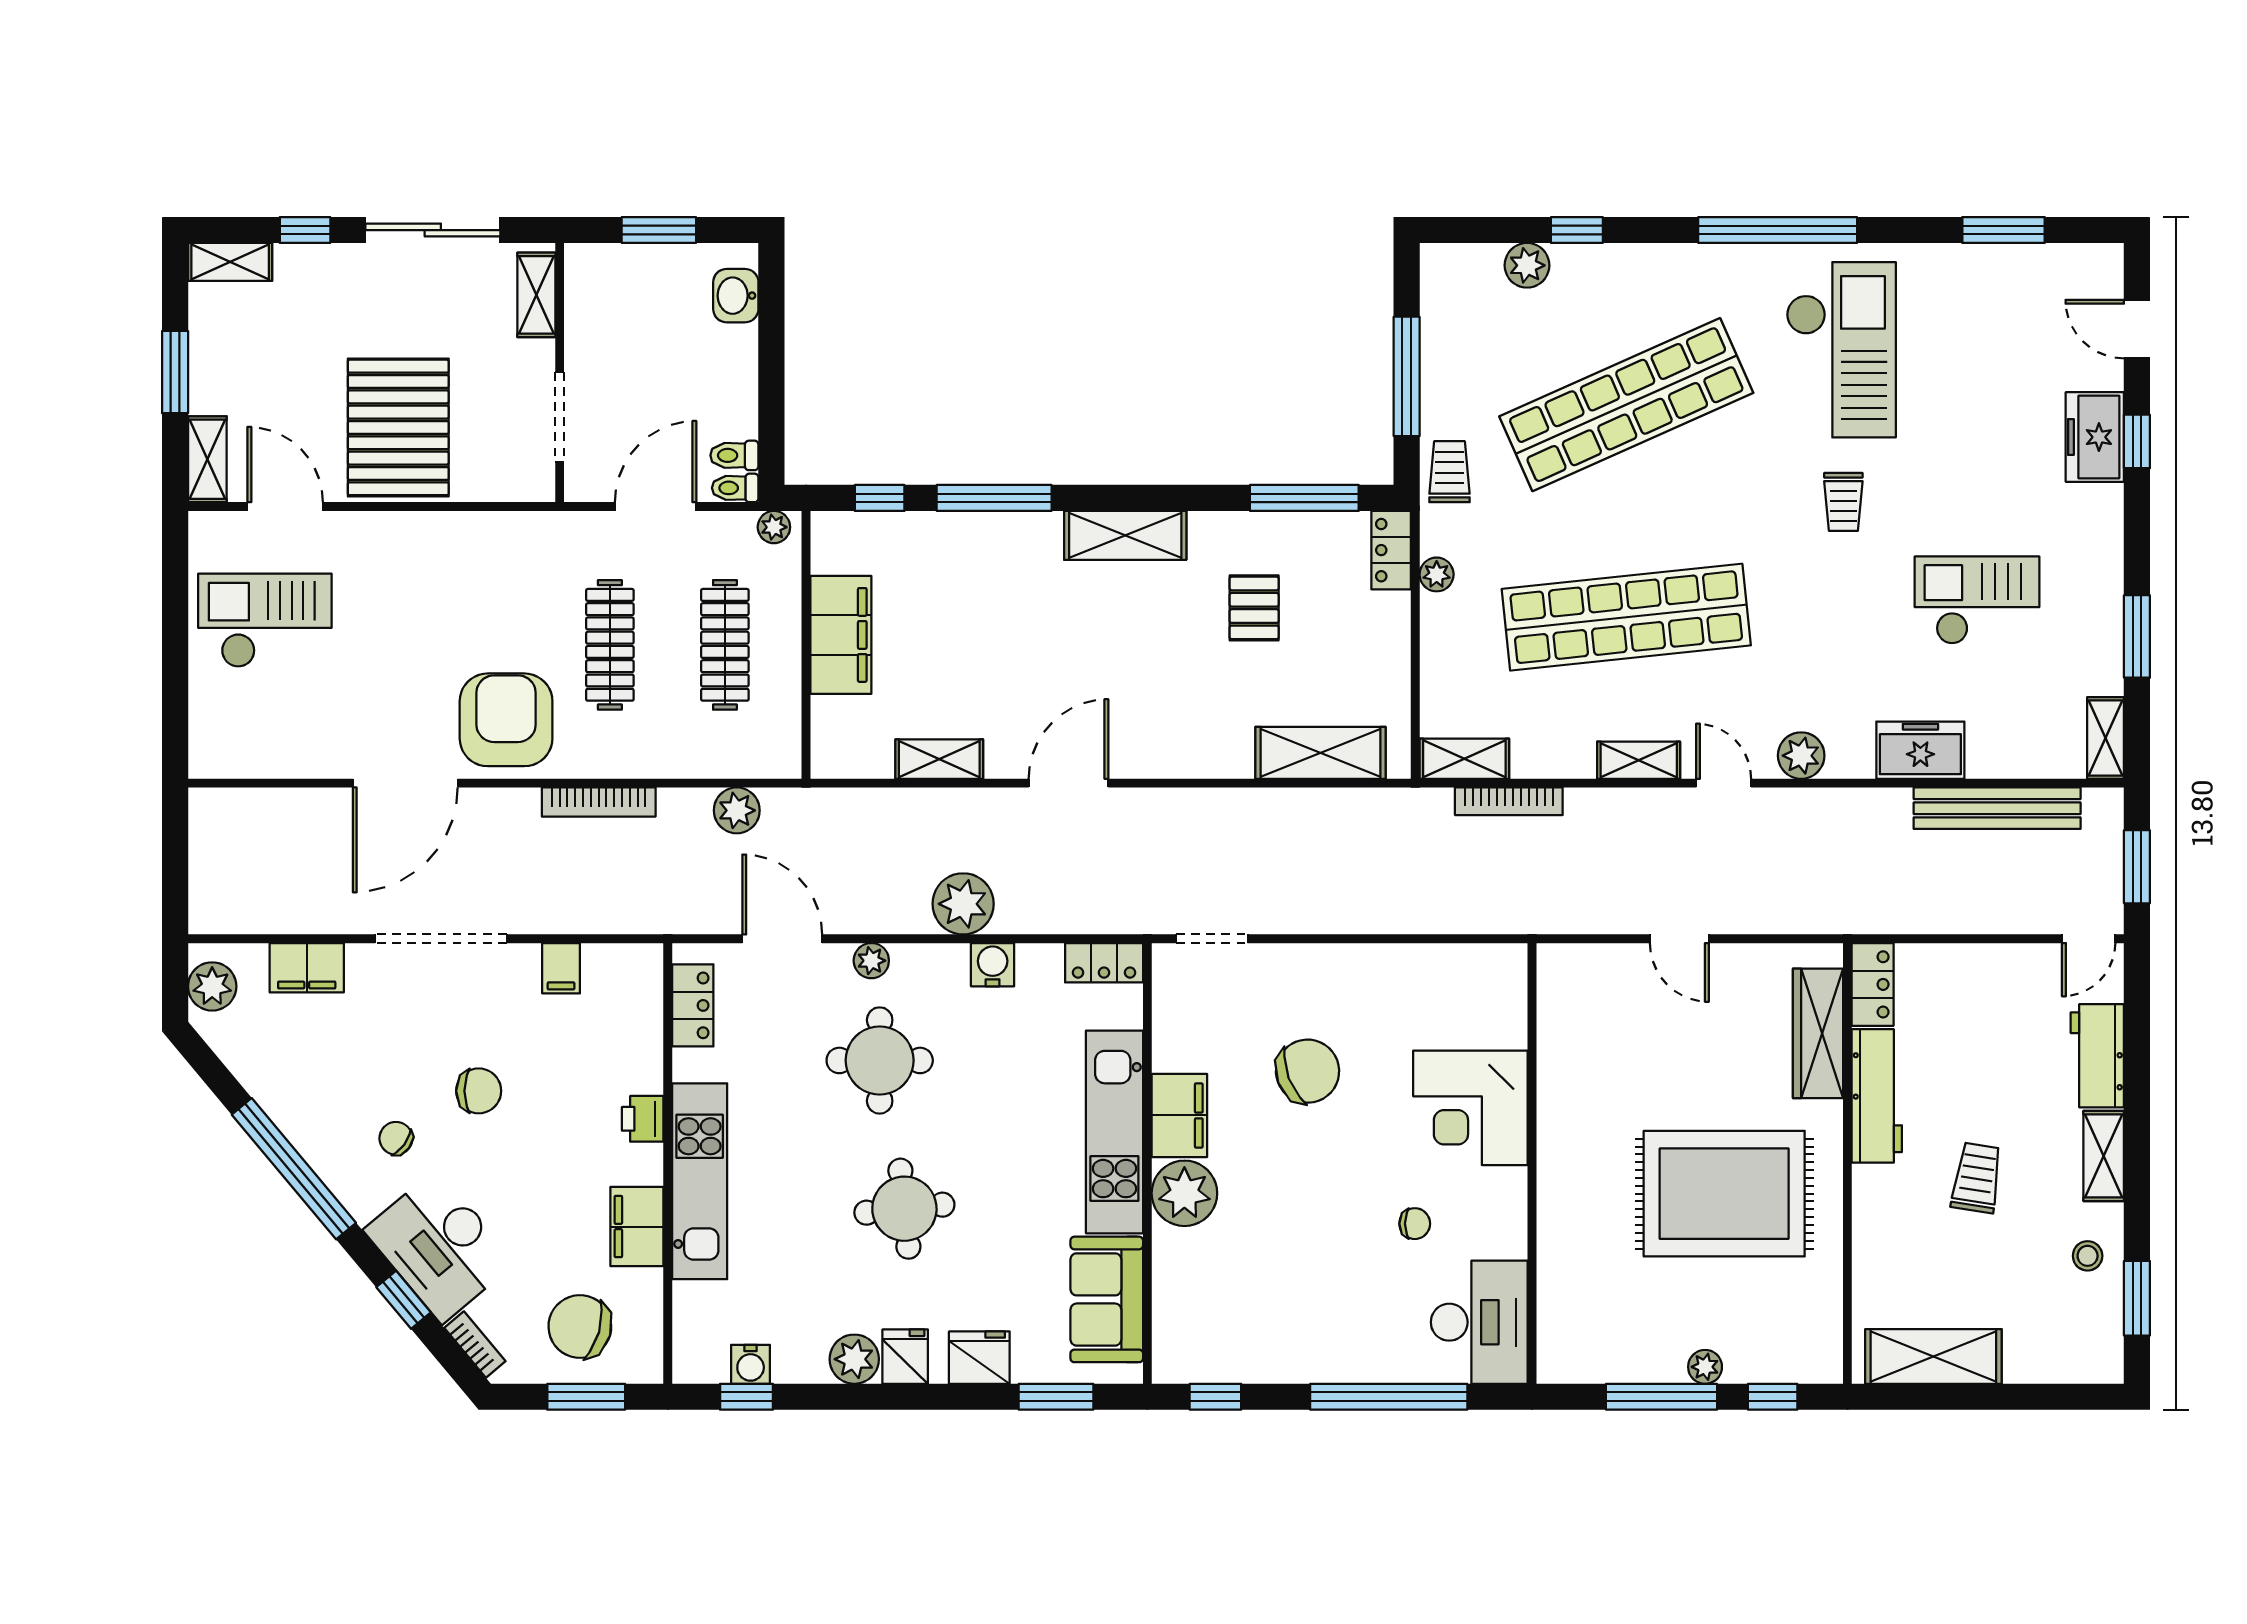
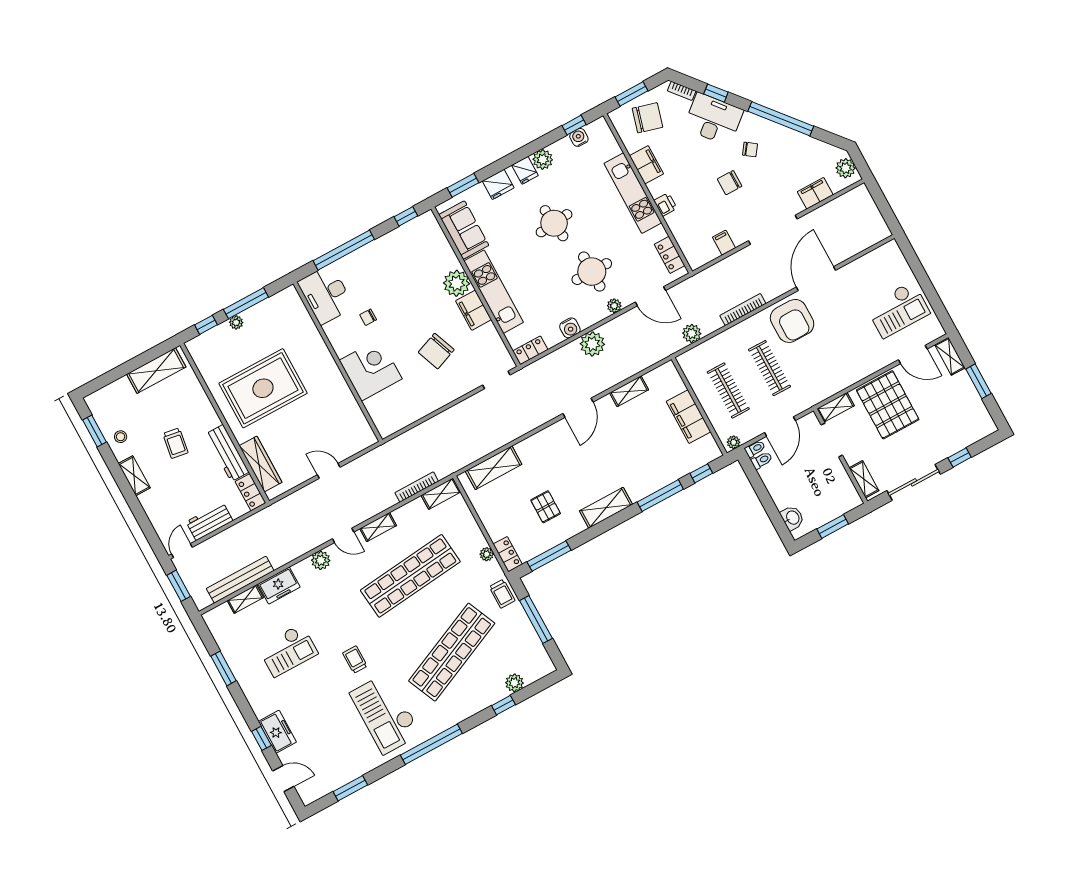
shelving: (230, 262) -> (836, 407), moved
shelving: (2106, 738) -> (245, 599), moved, turned 90
workbench: (2097, 1056) -> (210, 521), moved, turned -90

